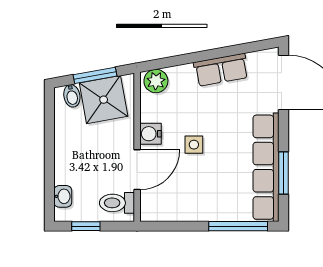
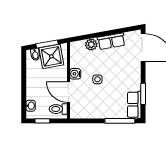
plant: (156, 81) -> (91, 45), moved
row of seats: (266, 167) -> (134, 105), width x0.50
door: (137, 170) -> (68, 92), swing flipped

